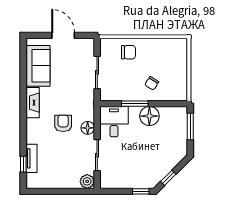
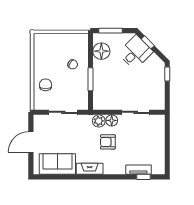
floor lamp: (149, 116) -> (101, 51), moved
desk: (114, 122) -> (135, 52), moved, turned 135
window: (168, 178) -> (148, 42), moved
plant: (87, 181) -> (99, 121), moved

